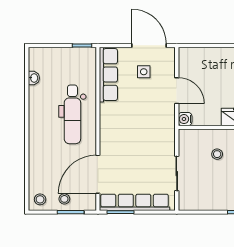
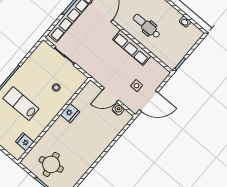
row of seats: (108, 75) -> (132, 48), moved
dental chair: (72, 114) -> (147, 26), width x0.73, depth x0.72
water cooler: (185, 119) -> (118, 109), moved

